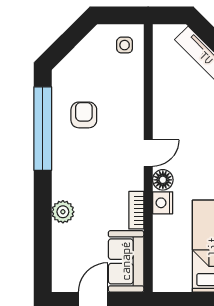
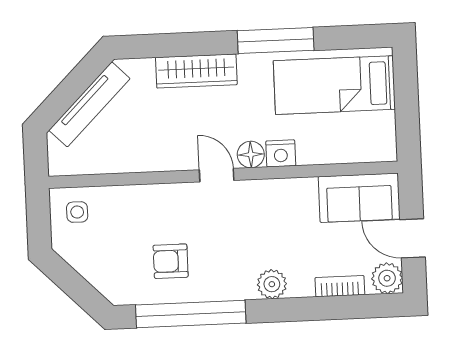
bookcase: (136, 210) -> (340, 286), moved, turned 180
plant: (63, 212) -> (272, 284), moved
plant: (64, 280) -> (387, 278), added

